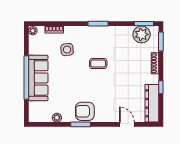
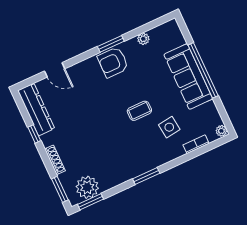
coffee table: (98, 64) -> (139, 111), moved
armchair: (85, 111) -> (113, 62), turned 180

